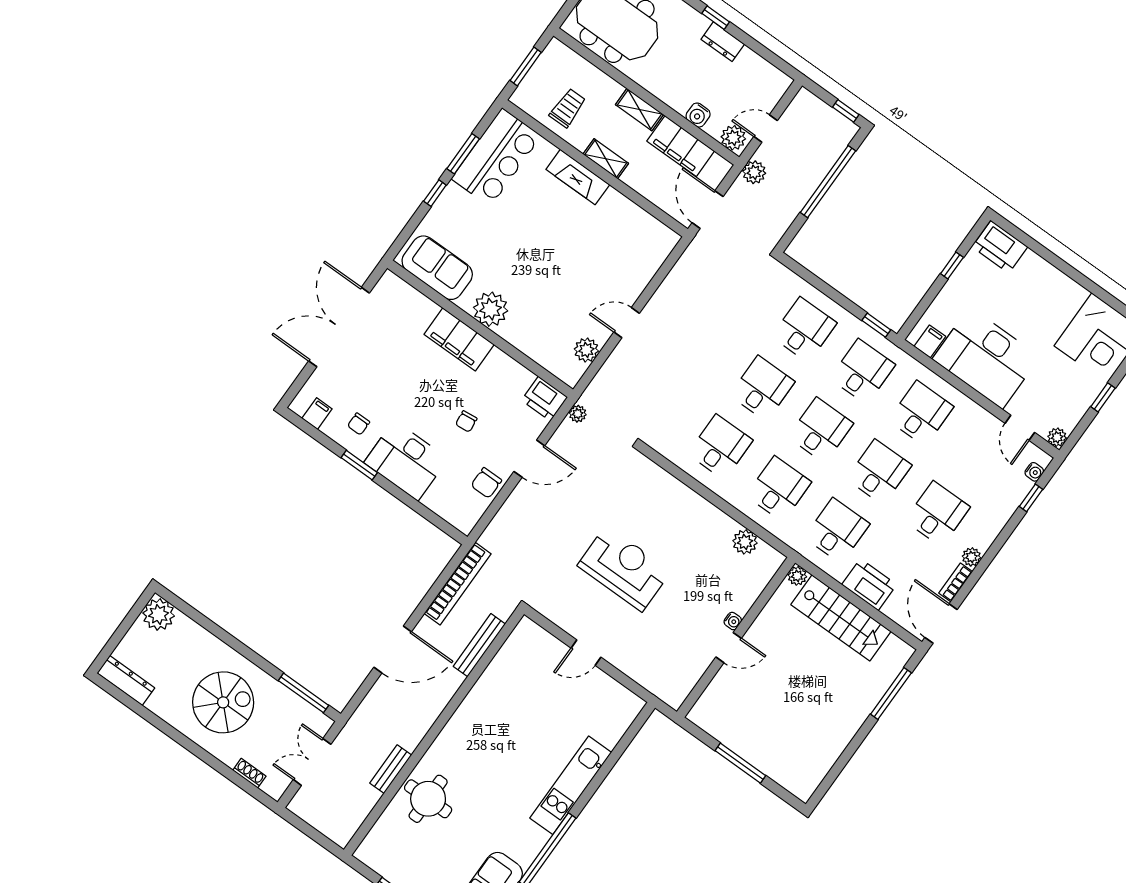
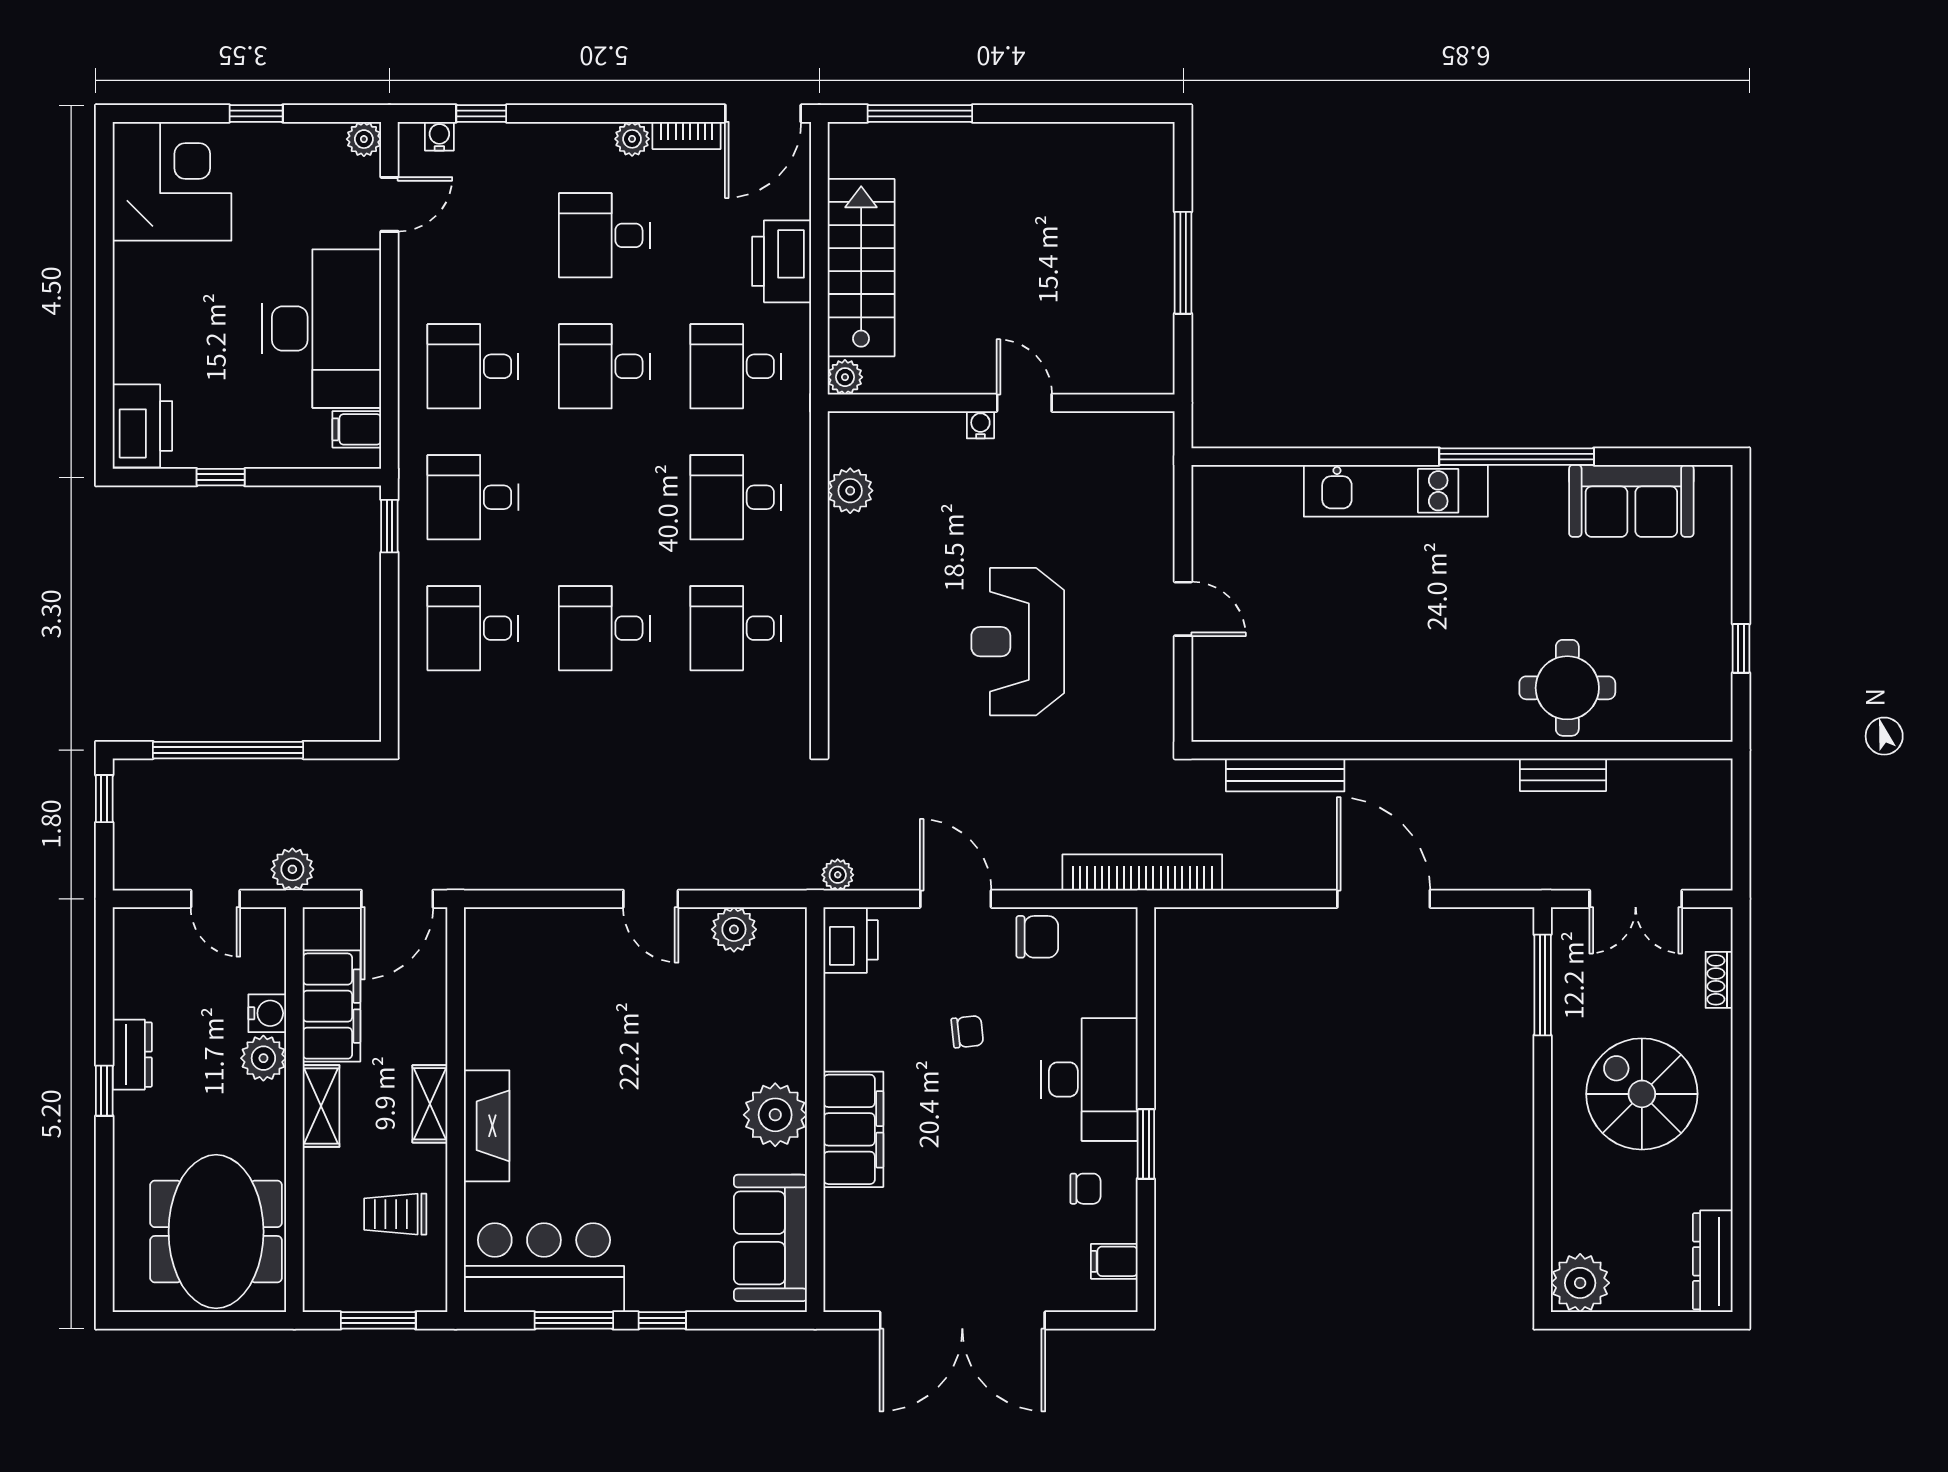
plant: (733, 138) -> (263, 1058), moved
desk: (821, 430) -> (604, 497), removed
bookcase: (458, 584) -> (1142, 872), moved

